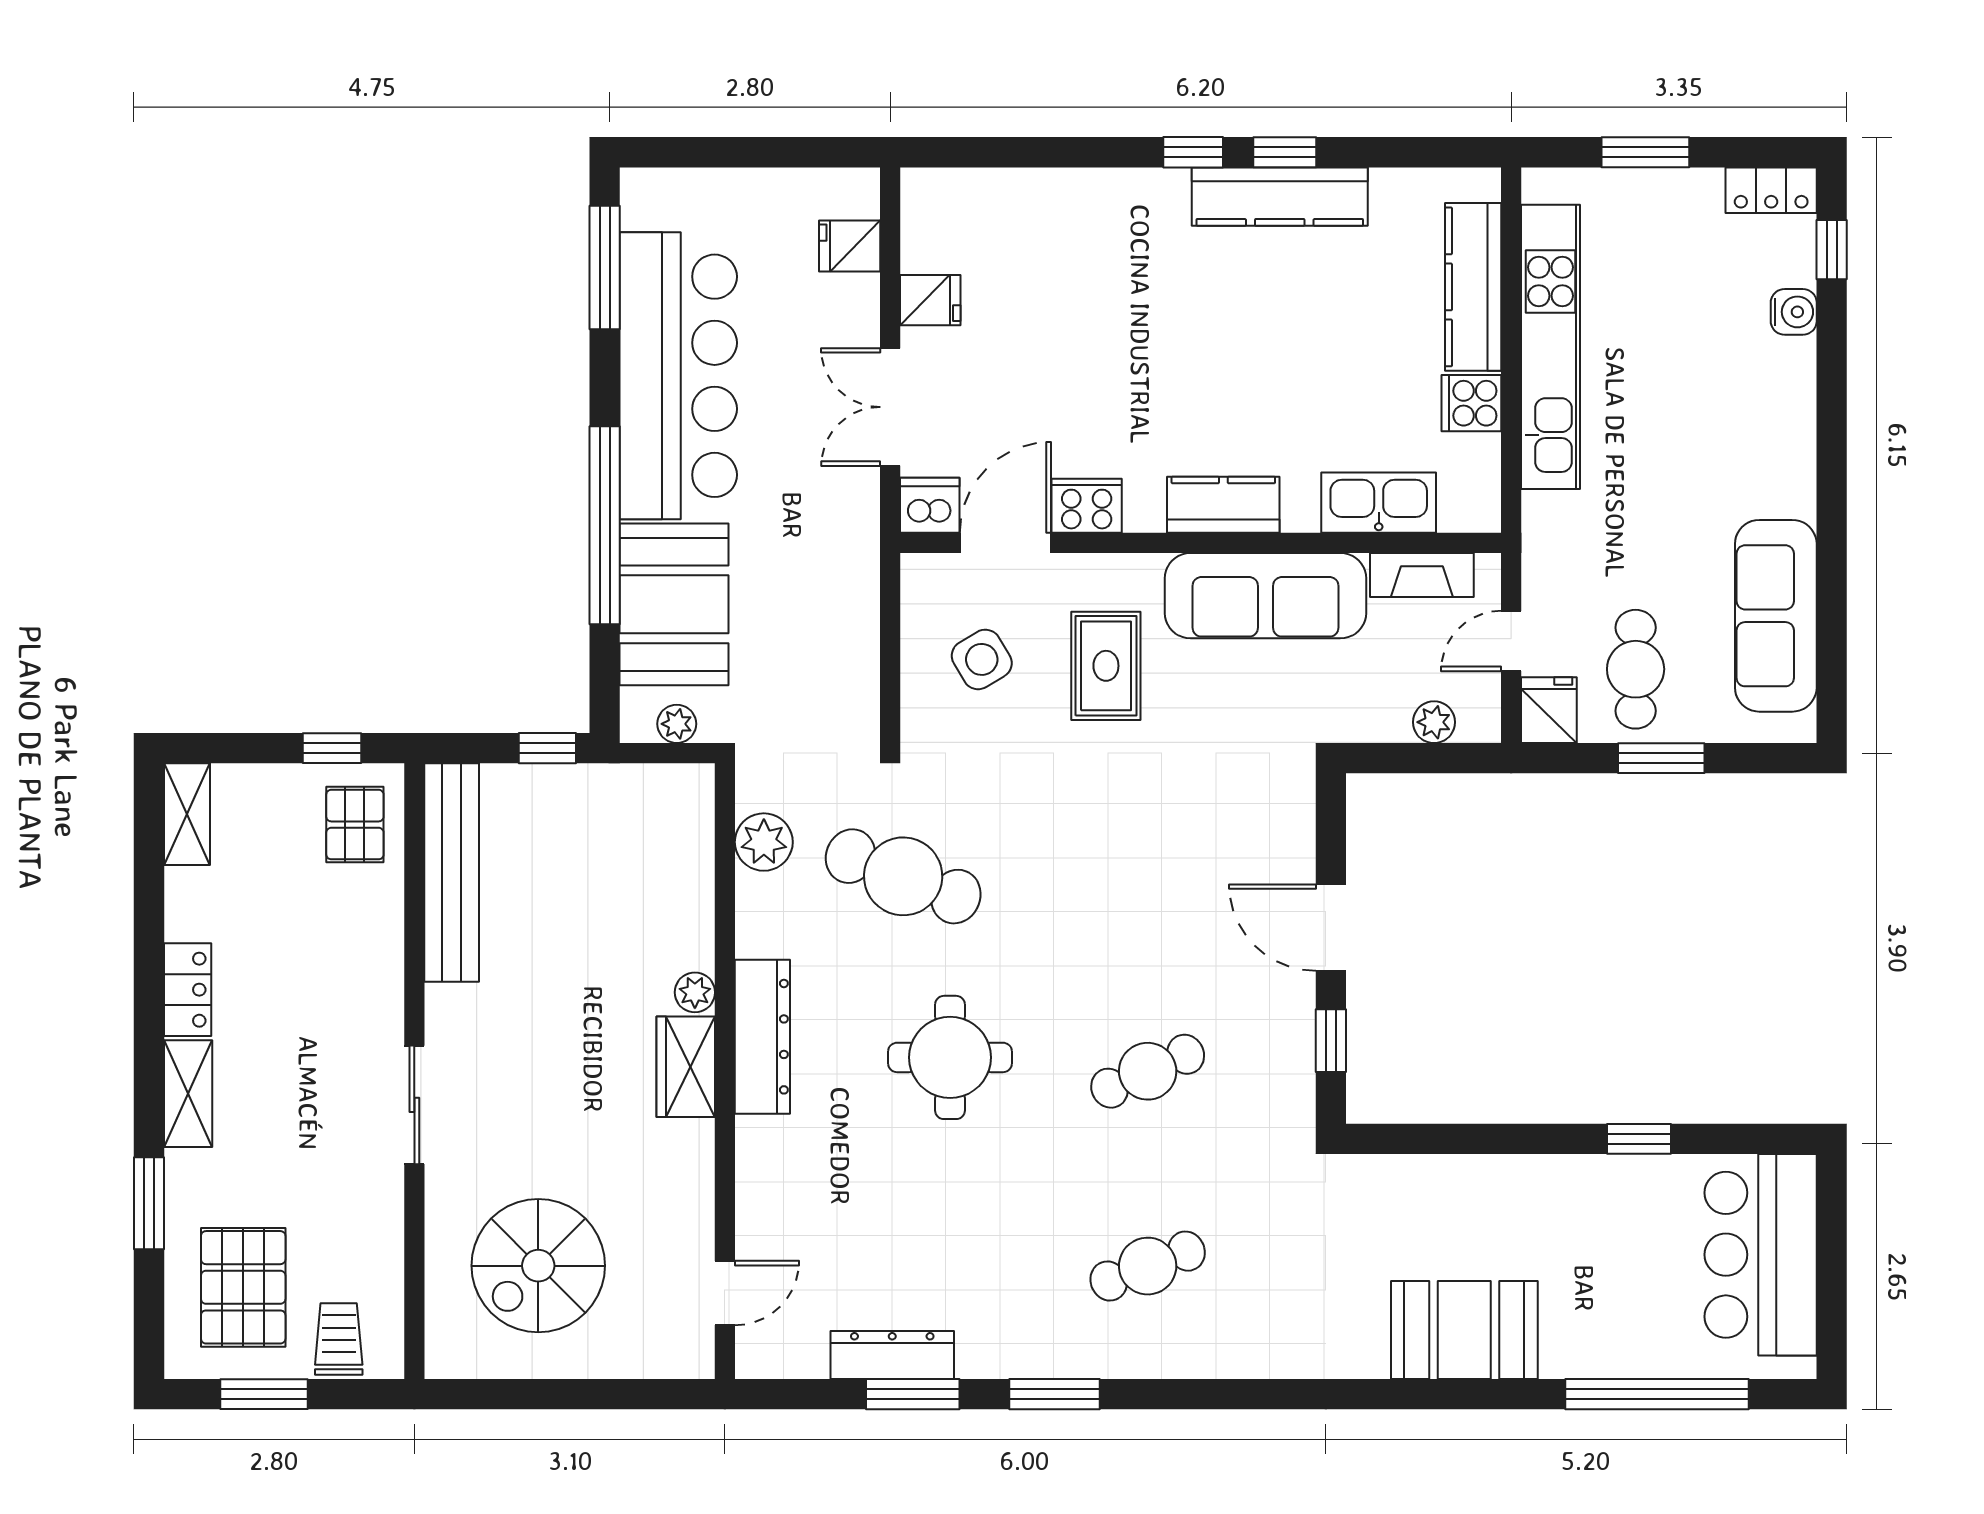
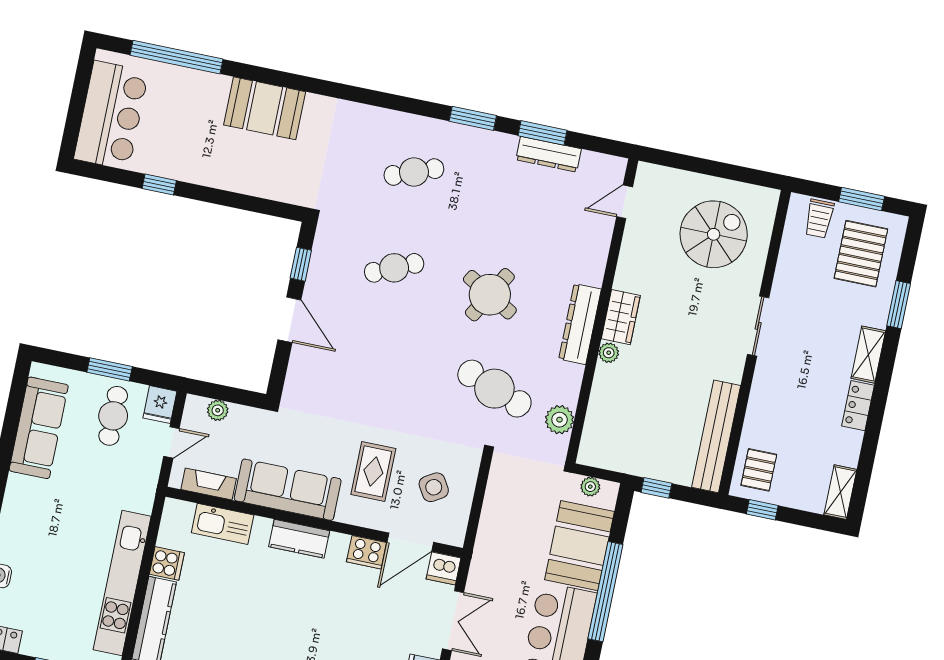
round table: (950, 1057) -> (490, 295), turned 30

